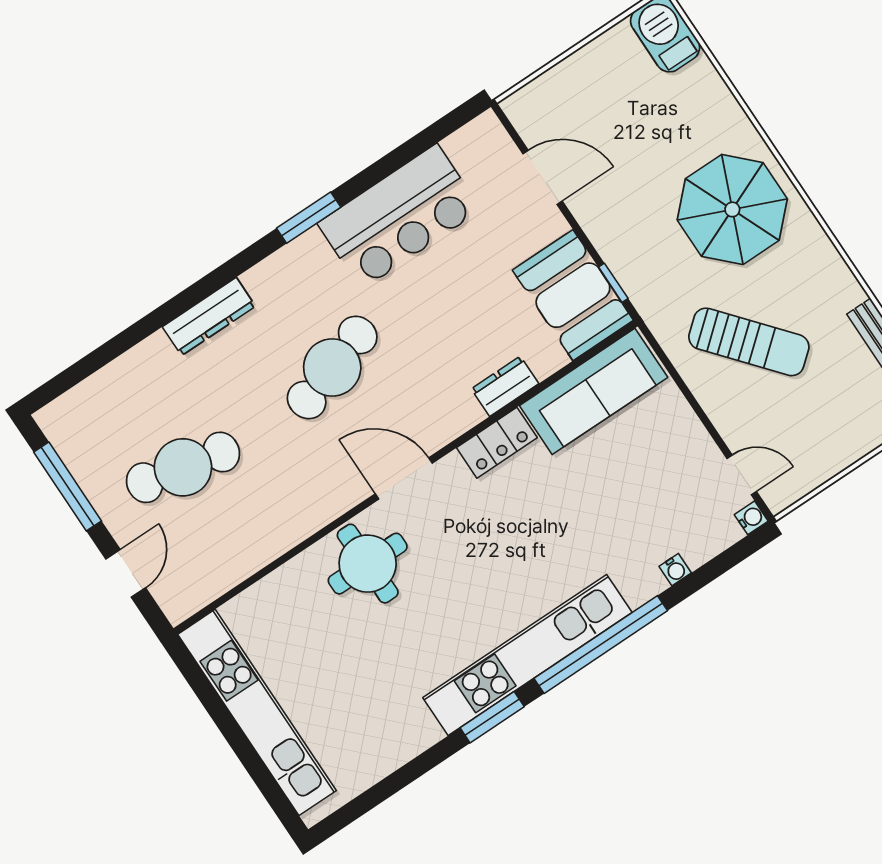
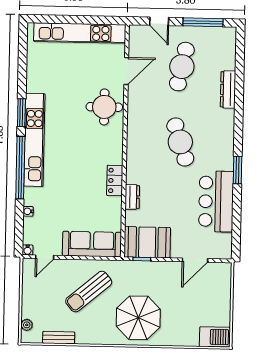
dresser: (209, 316) -> (228, 89), moved
sofa: (594, 391) -> (92, 244), moved, turned 90
door: (404, 479) -> (126, 71), moved

